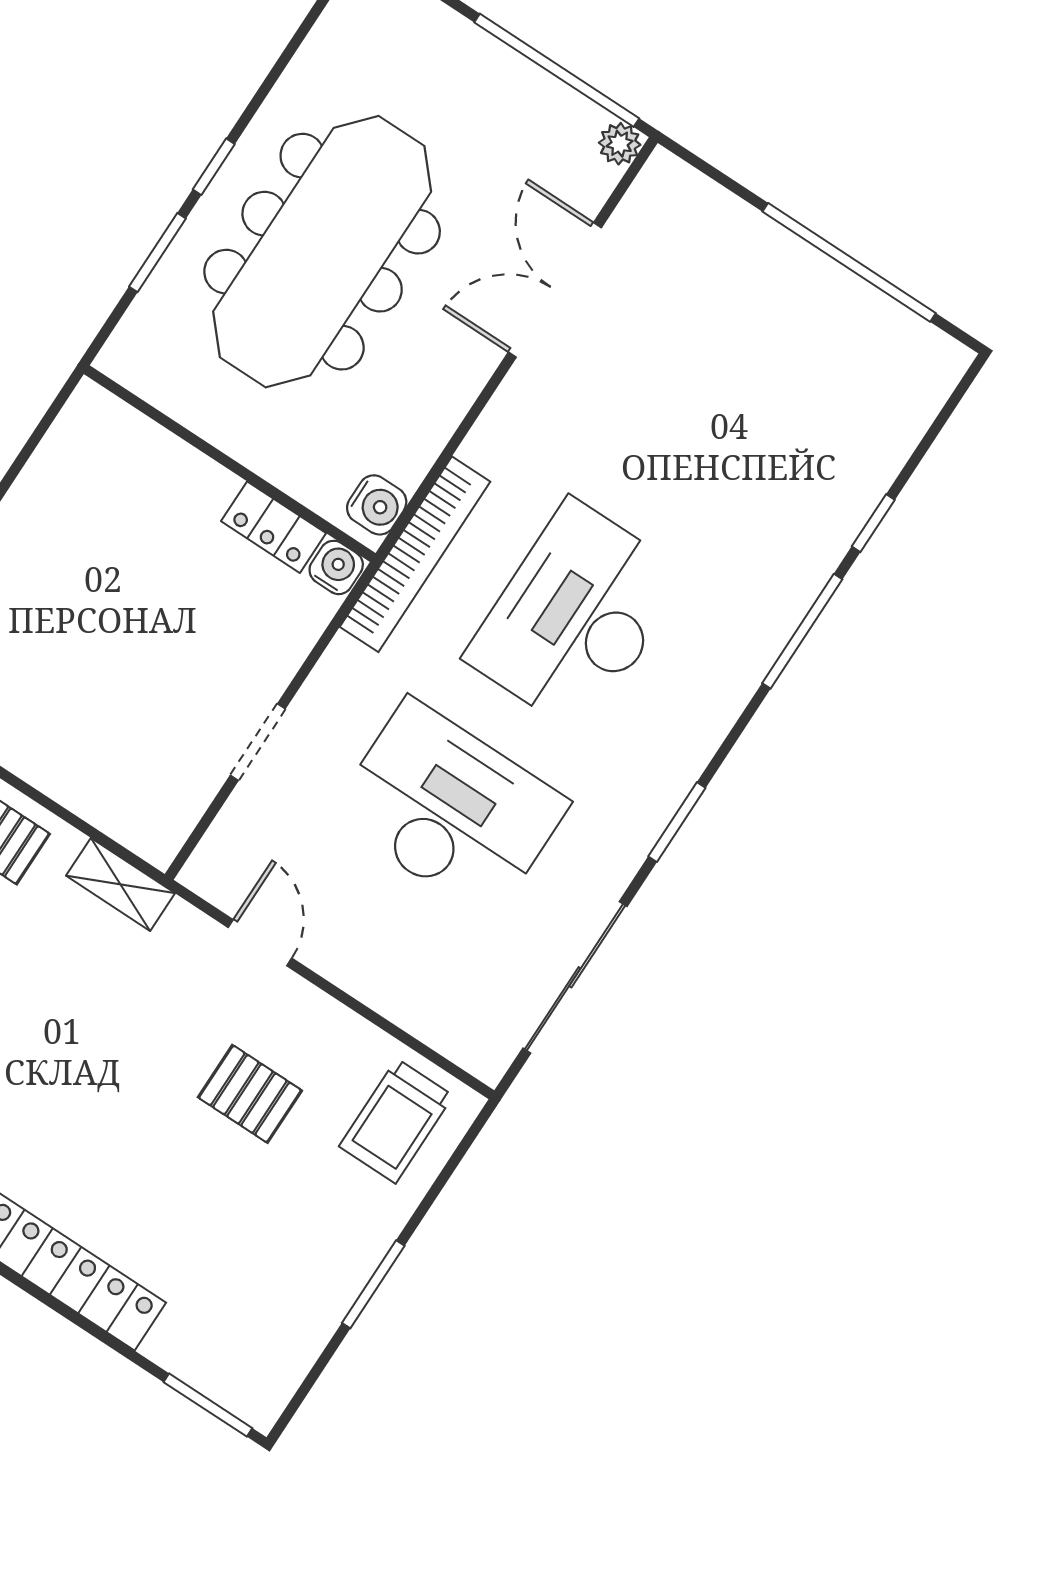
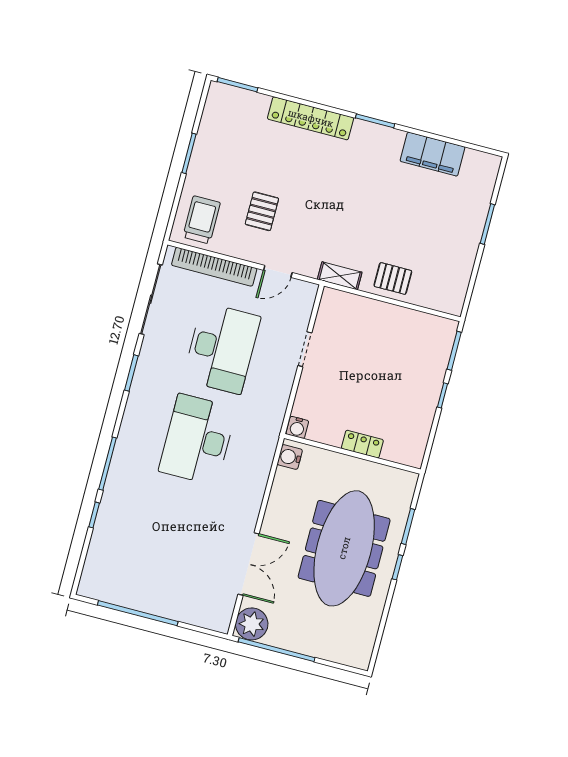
plant: (620, 144) -> (252, 624), width x1.88, depth x1.88
locker: (273, 527) -> (362, 444), moved
bookcase: (415, 554) -> (214, 267), moved, turned -90
desk: (576, 617) -> (198, 440), turned 180
desk: (450, 809) -> (222, 348), turned -90
door: (260, 943) -> (278, 271), hinge flipped
pallet: (250, 1094) -> (262, 211), turned 90

